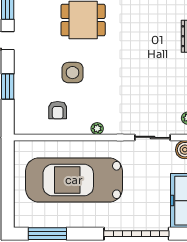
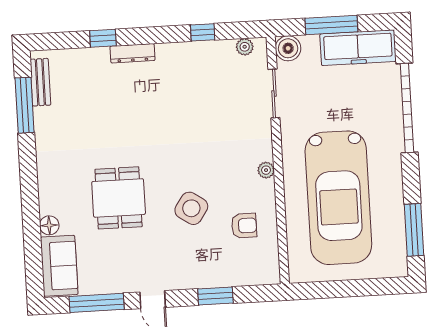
side table: (73, 73) -> (191, 208), turned 34

